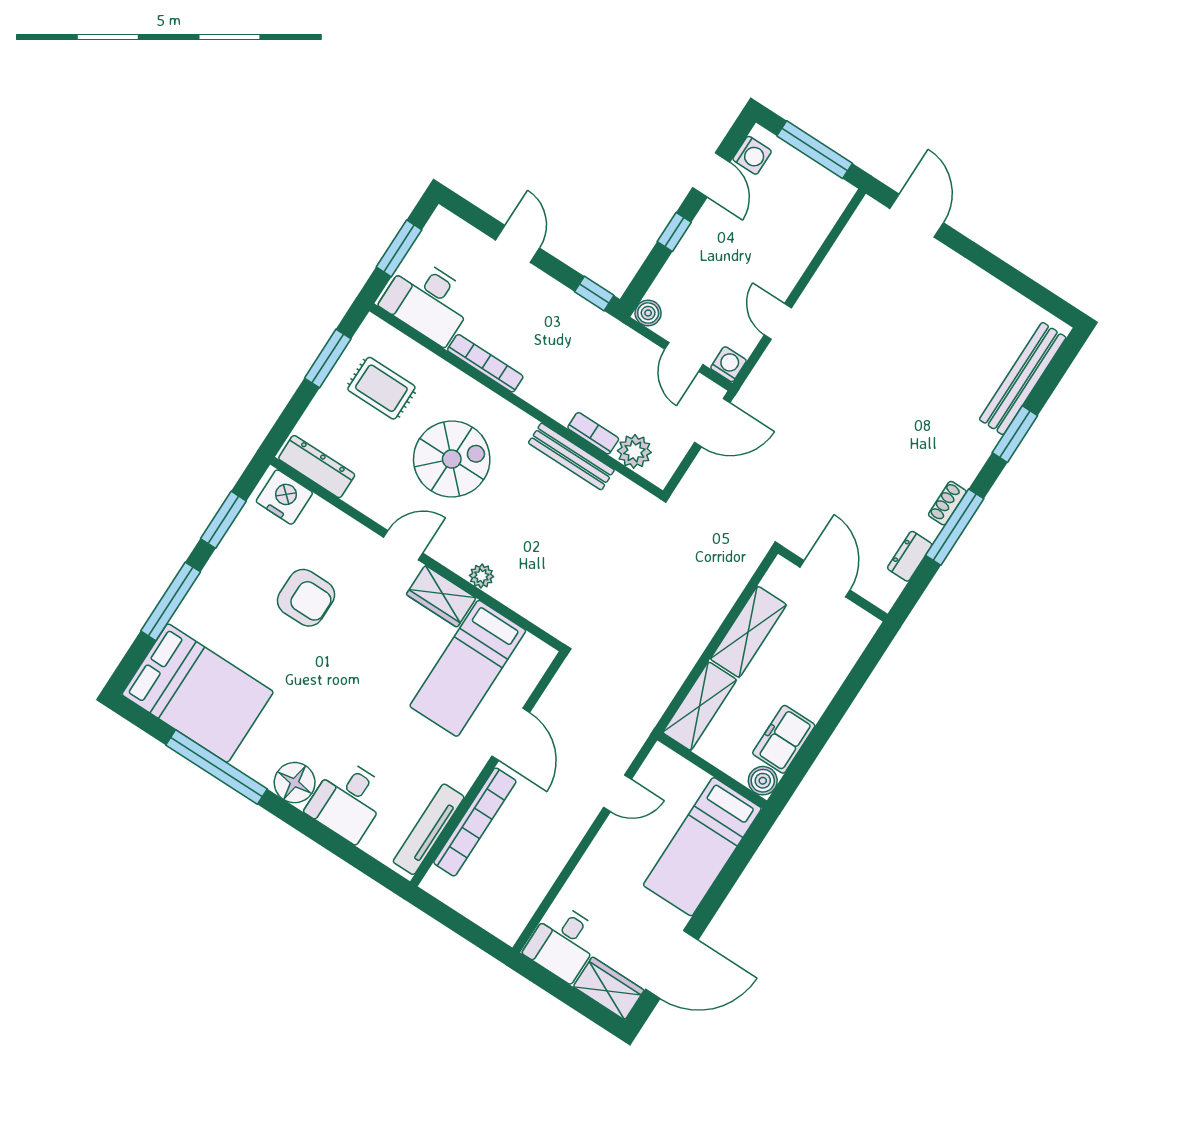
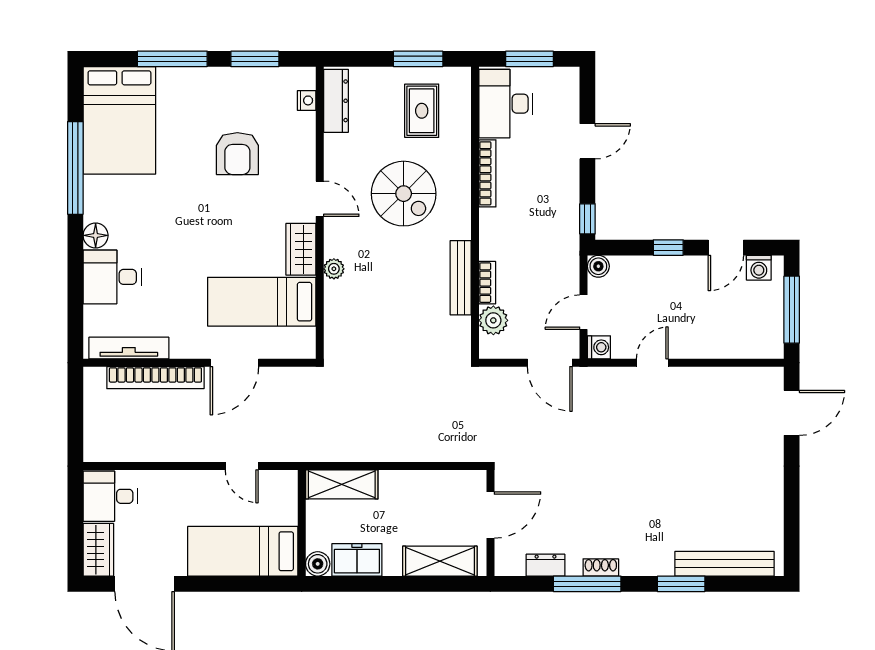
nightstand: (284, 497) -> (307, 100), width x0.53, depth x0.56
shelving: (748, 632) -> (440, 561), moved
floor lamp: (295, 783) -> (96, 235), width x0.73, depth x0.73

